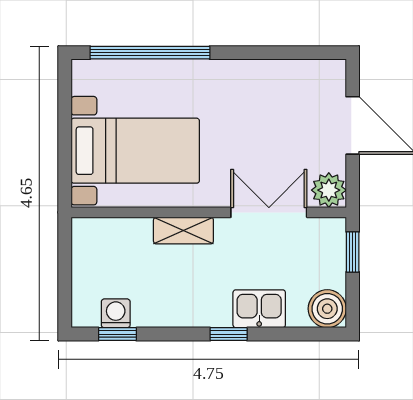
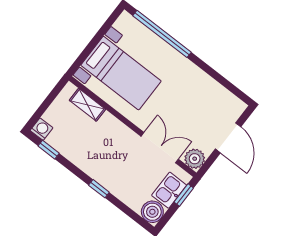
shelving: (183, 231) -> (87, 105), moved
kitchen sink: (259, 309) -> (169, 190), moved, turned -90
washing machine: (116, 313) -> (42, 129), moved

